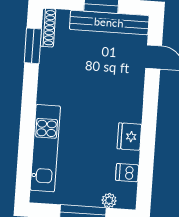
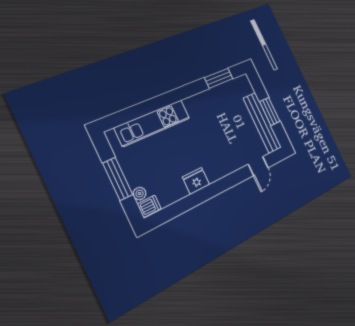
shoe rack: (48, 28) -> (236, 83), removed
dishwasher: (127, 173) -> (149, 206), moved, turned 90

